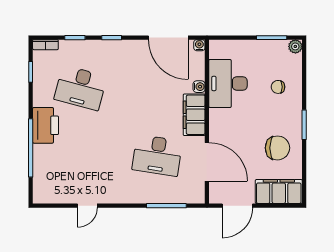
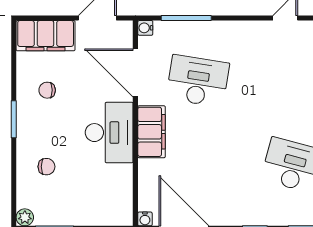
desk: (228, 83) -> (109, 133), moved
water cooler: (199, 87) -> (145, 28), moved
chair: (277, 148) -> (47, 90), width x0.54, depth x0.54

